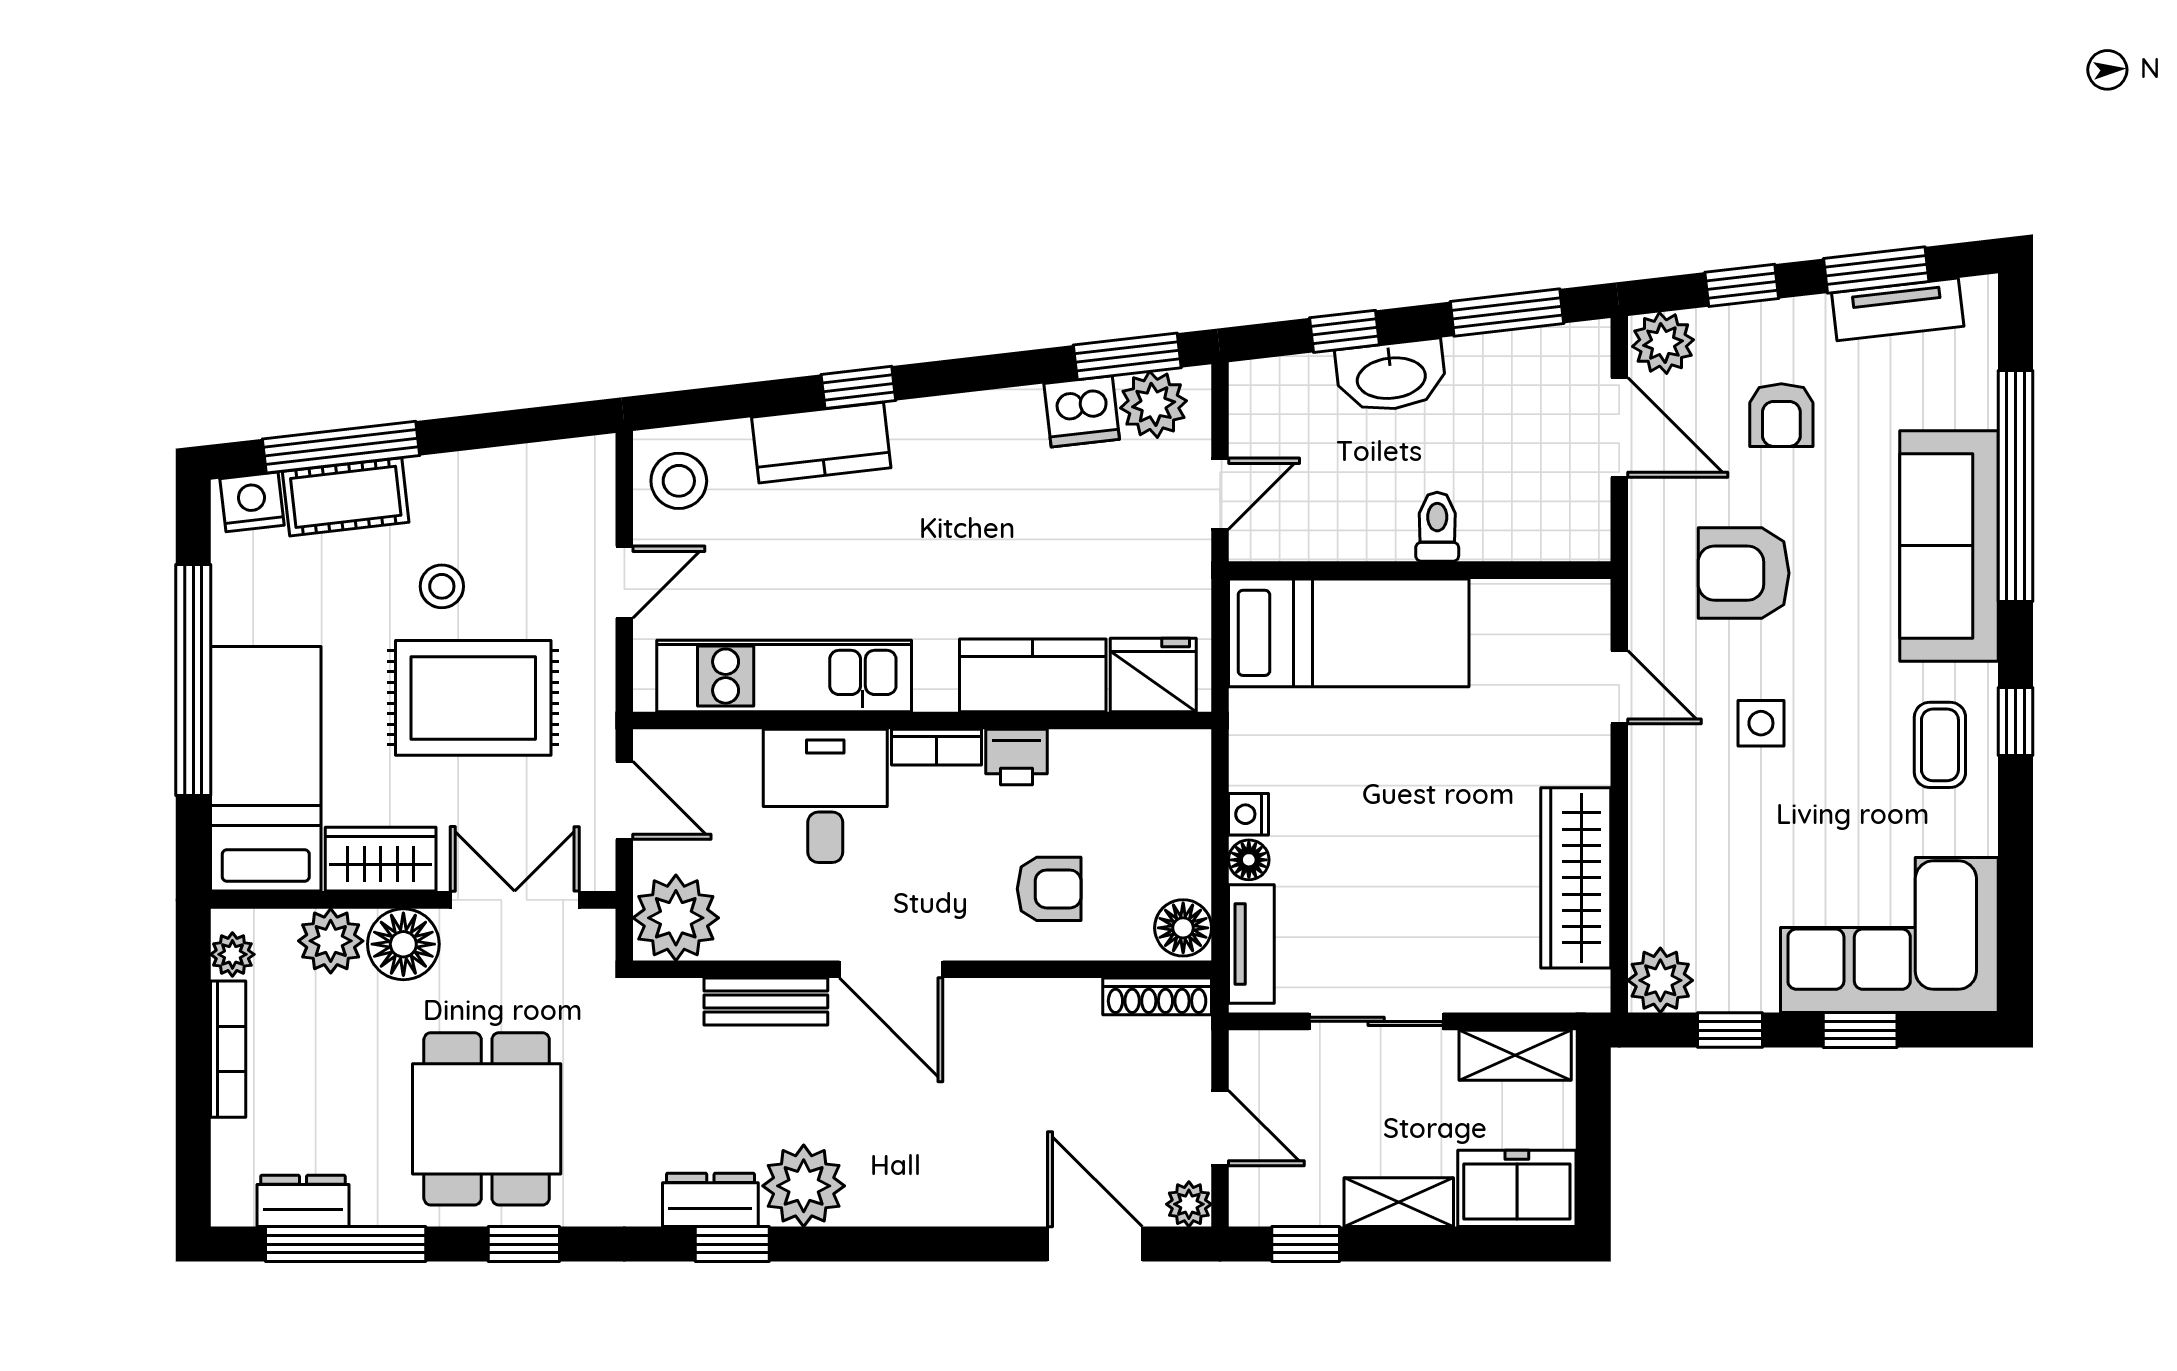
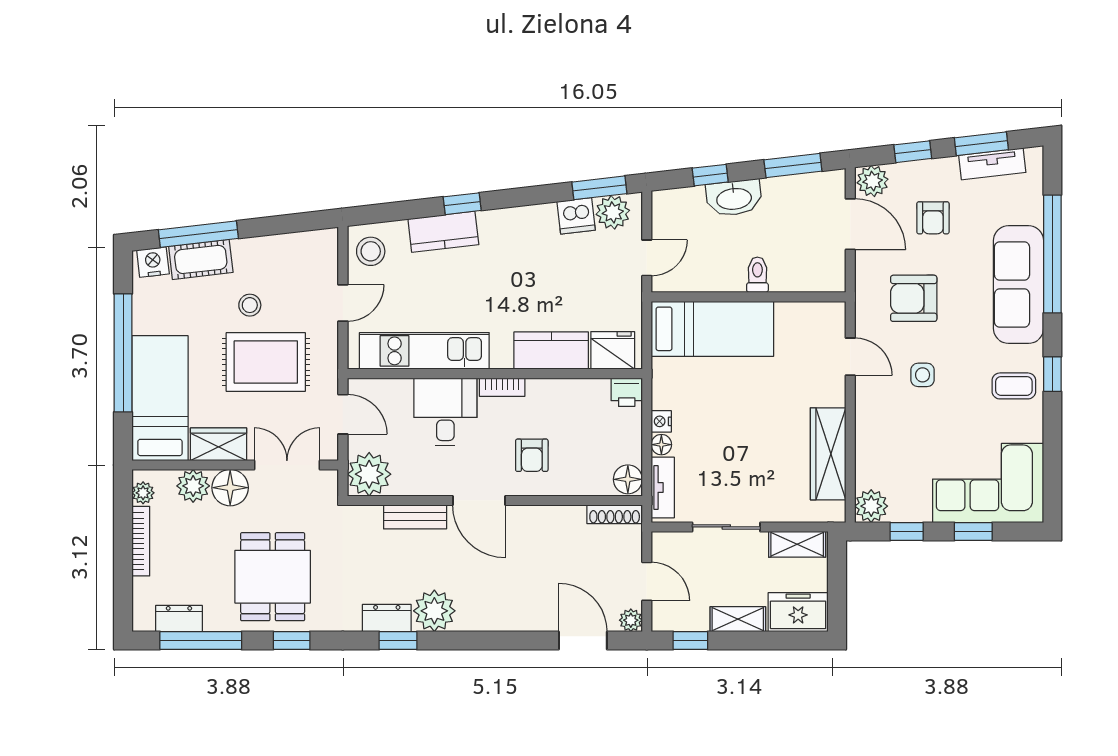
coffee table: (1940, 745) -> (1014, 386), turned 90
printer: (1017, 757) -> (627, 392), moved
armchair: (1049, 889) -> (532, 455), moved, turned 90

